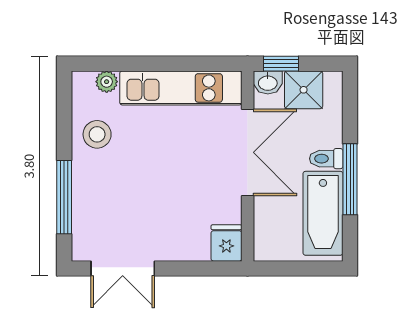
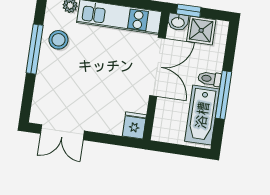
window: (64, 197) -> (35, 49), moved

